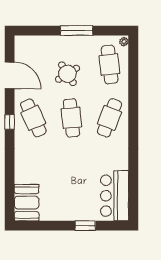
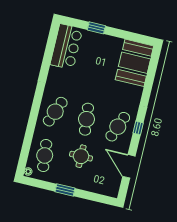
window: (77, 31) -> (65, 190), width x0.69
round table: (67, 74) -> (81, 156), turned 32
cafe table: (33, 118) -> (118, 127), turned 45
booth: (27, 203) -> (134, 63), width x1.36, depth x1.42

